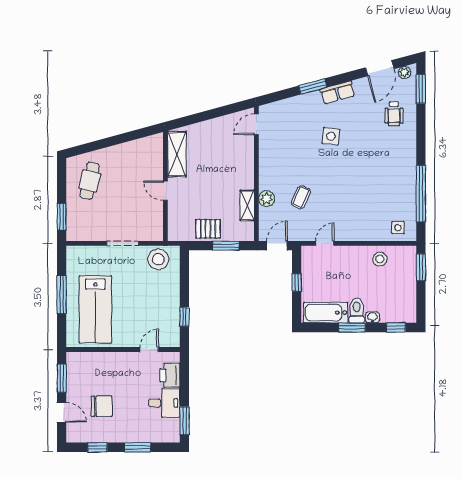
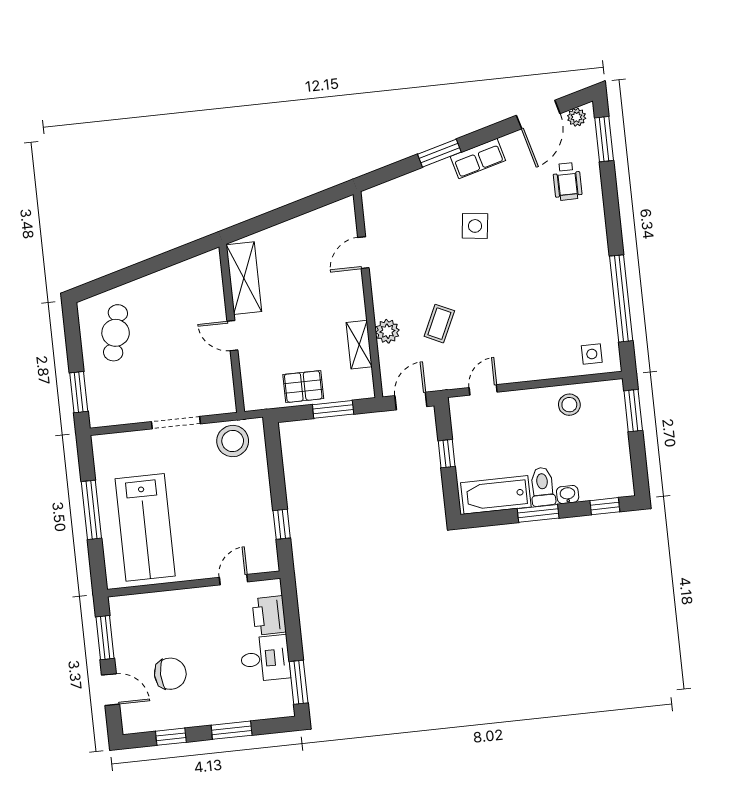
door: (256, 124) -> (363, 253), moved

